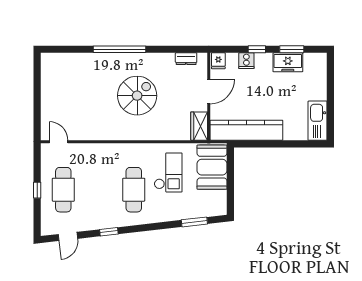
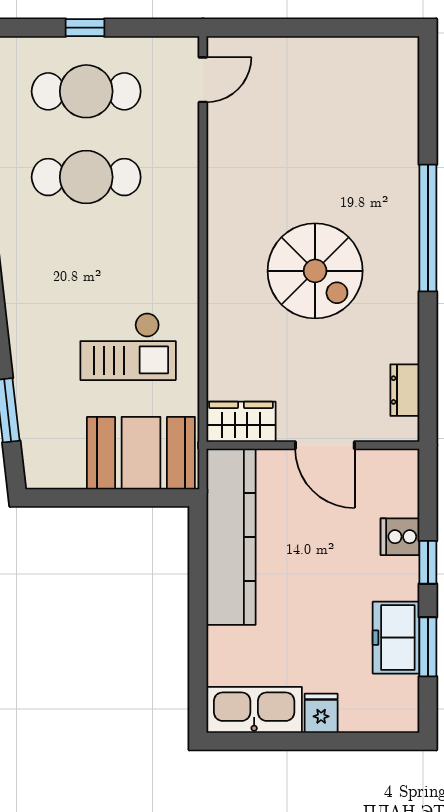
fridge: (218, 61) -> (321, 713), moved, turned 90
cafe table: (134, 190) -> (86, 177), moved

